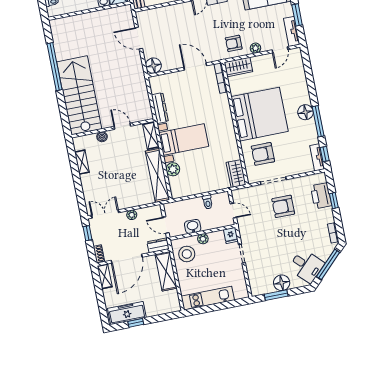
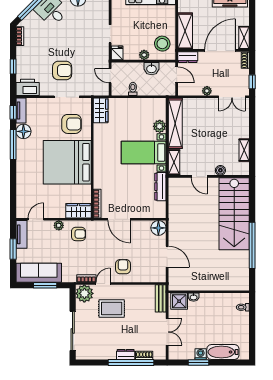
armchair: (182, 19) -> (123, 267), added
floor lamp: (305, 112) -> (23, 131), moved
printer: (321, 196) -> (28, 87), moved, turned -90

